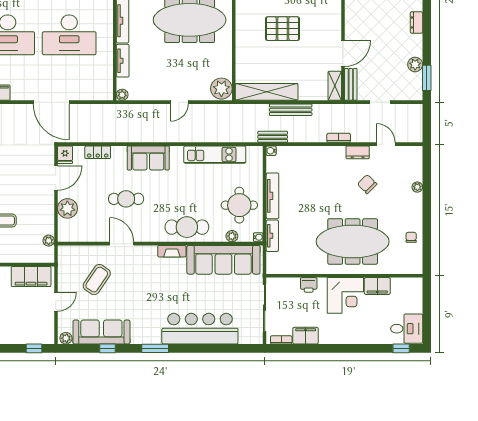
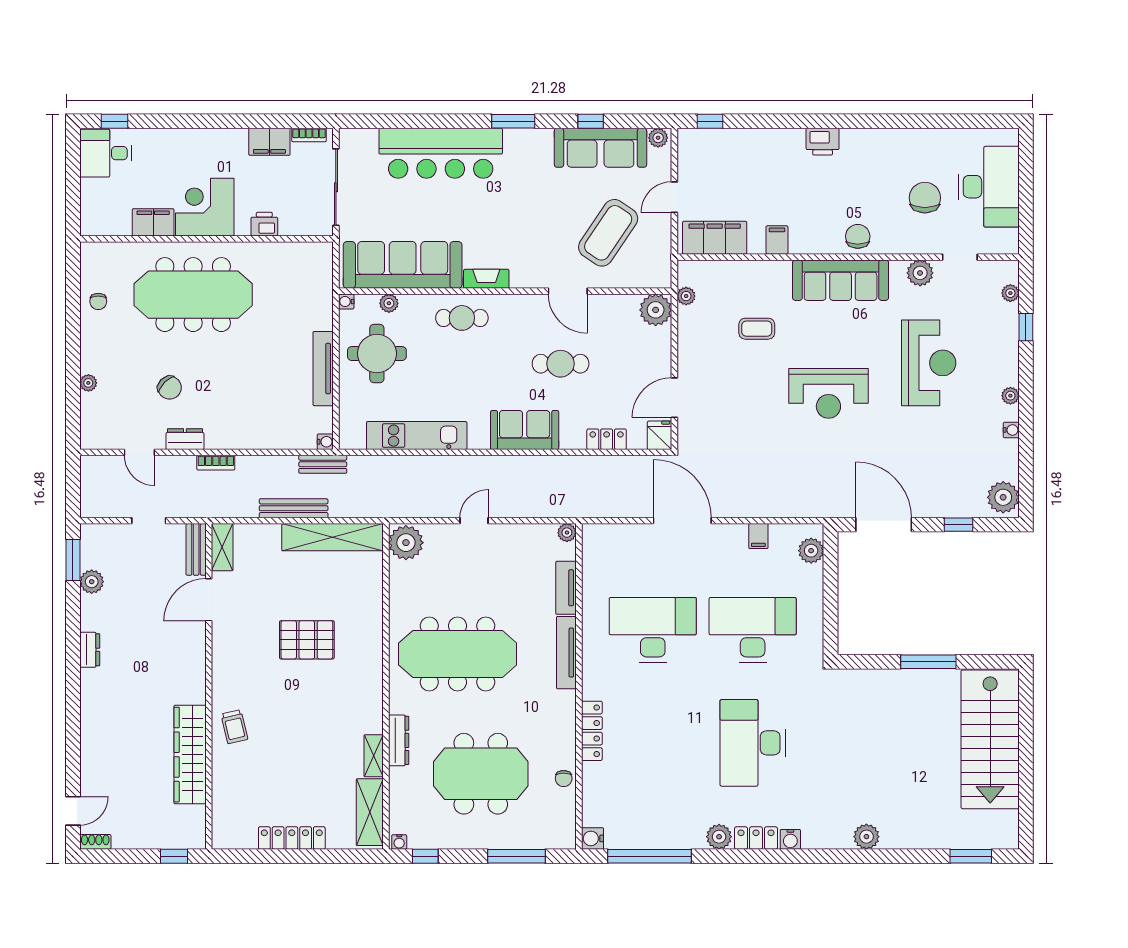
plant: (67, 208) -> (656, 310), moved
cafe table: (187, 227) -> (462, 318), width x0.73, depth x0.74
tv unit: (272, 236) -> (323, 304), removed
coffee table: (97, 280) -> (608, 233), width x1.36, depth x1.32

